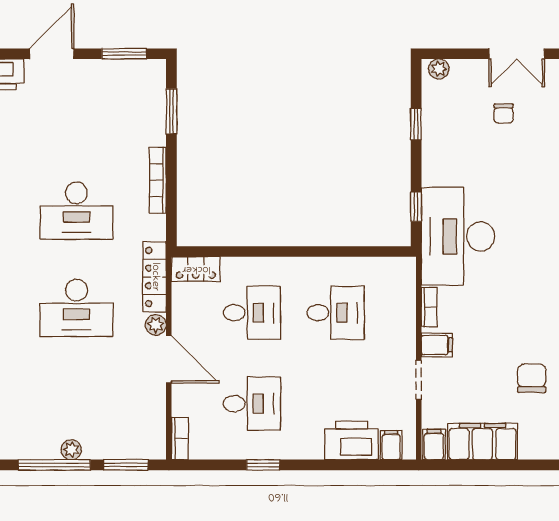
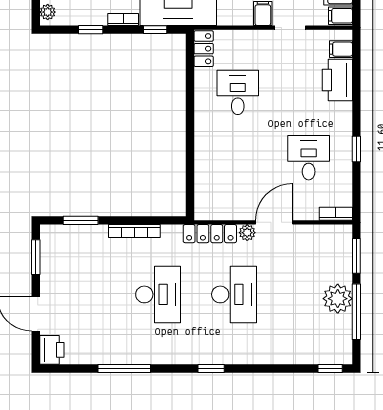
locker: (196, 269) -> (204, 49), moved
bookcase: (429, 307) -> (123, 19), moved
desk: (252, 313) -> (238, 158), removed
plant: (71, 450) -> (338, 299), width x1.87, depth x1.87

